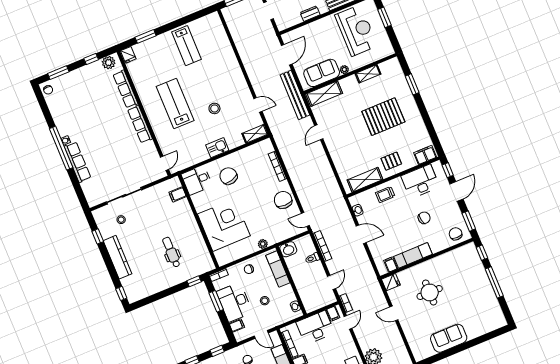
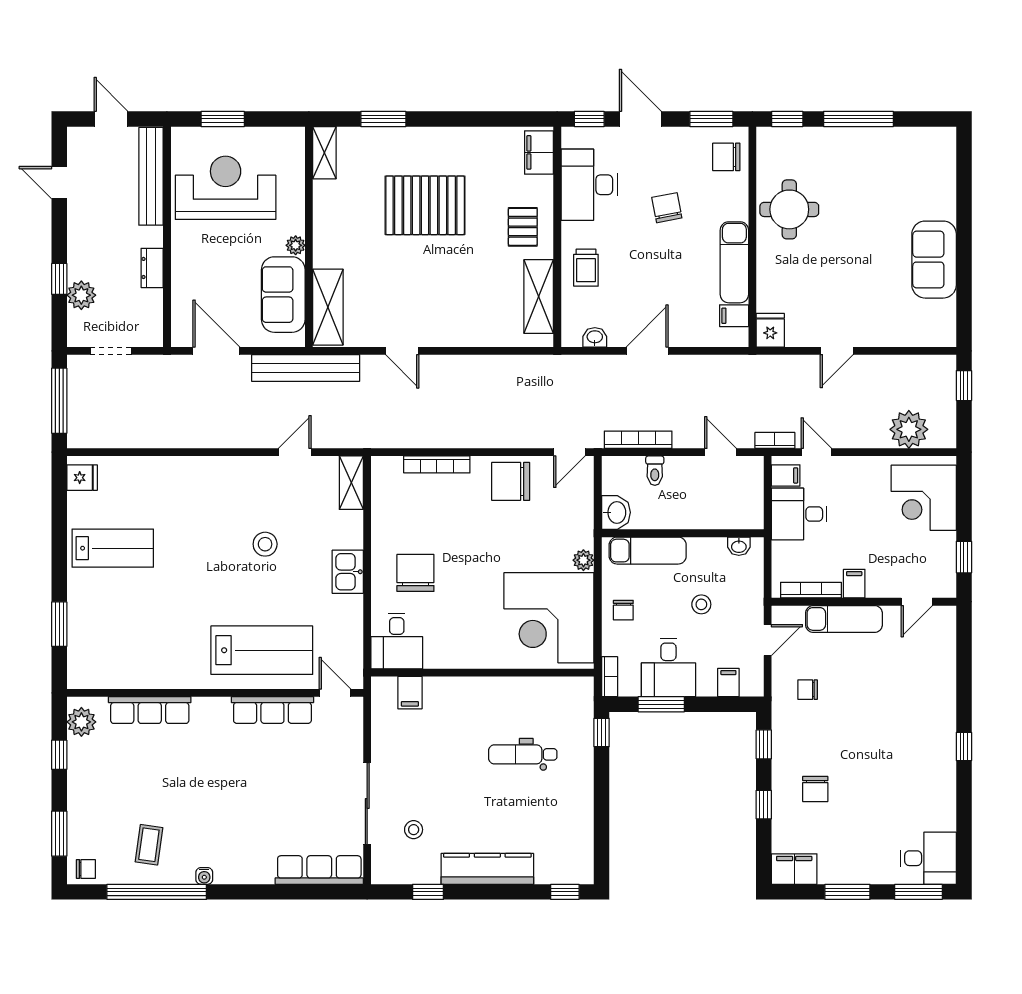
fridge: (128, 55) -> (82, 478), moved
shelving: (368, 74) -> (324, 153), moved
lab bench: (175, 103) -> (262, 650), moved, turned 180
coffee table: (69, 112) -> (149, 845), added
pallet: (383, 117) -> (425, 205), turned 90
row of seats: (140, 124) -> (272, 710), moved
window: (61, 148) -> (157, 892), moved
row of seats: (78, 162) -> (319, 870), moved
chair: (228, 176) -> (415, 573), turned 104
corner desk: (224, 225) -> (549, 618), moved, turned -90
round table: (430, 292) -> (789, 209), moved
desk: (234, 302) -> (668, 668), width x0.73
desk: (315, 328) -> (799, 514), width x0.73

